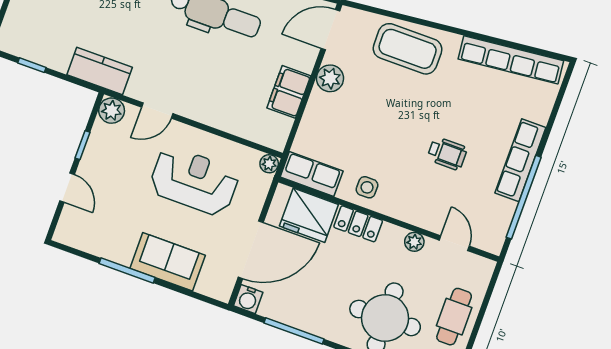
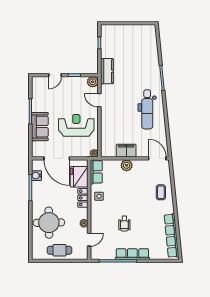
coffee table: (408, 49) -> (161, 192), width x0.54, depth x0.58
plant: (330, 78) -> (127, 165), moved
reception desk: (194, 181) -> (76, 125), turned -90
water cooler: (248, 299) -> (36, 176), moved

